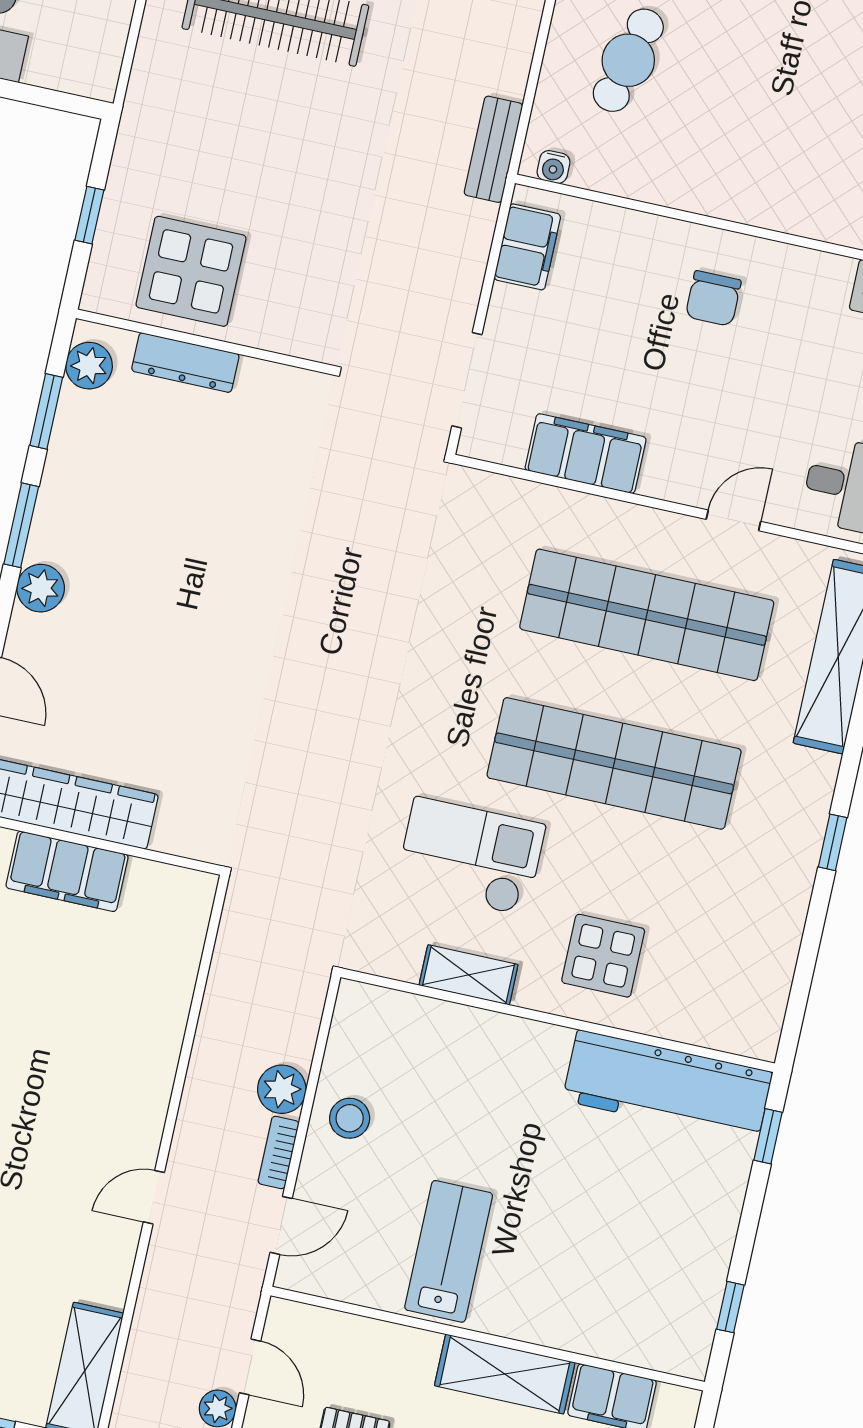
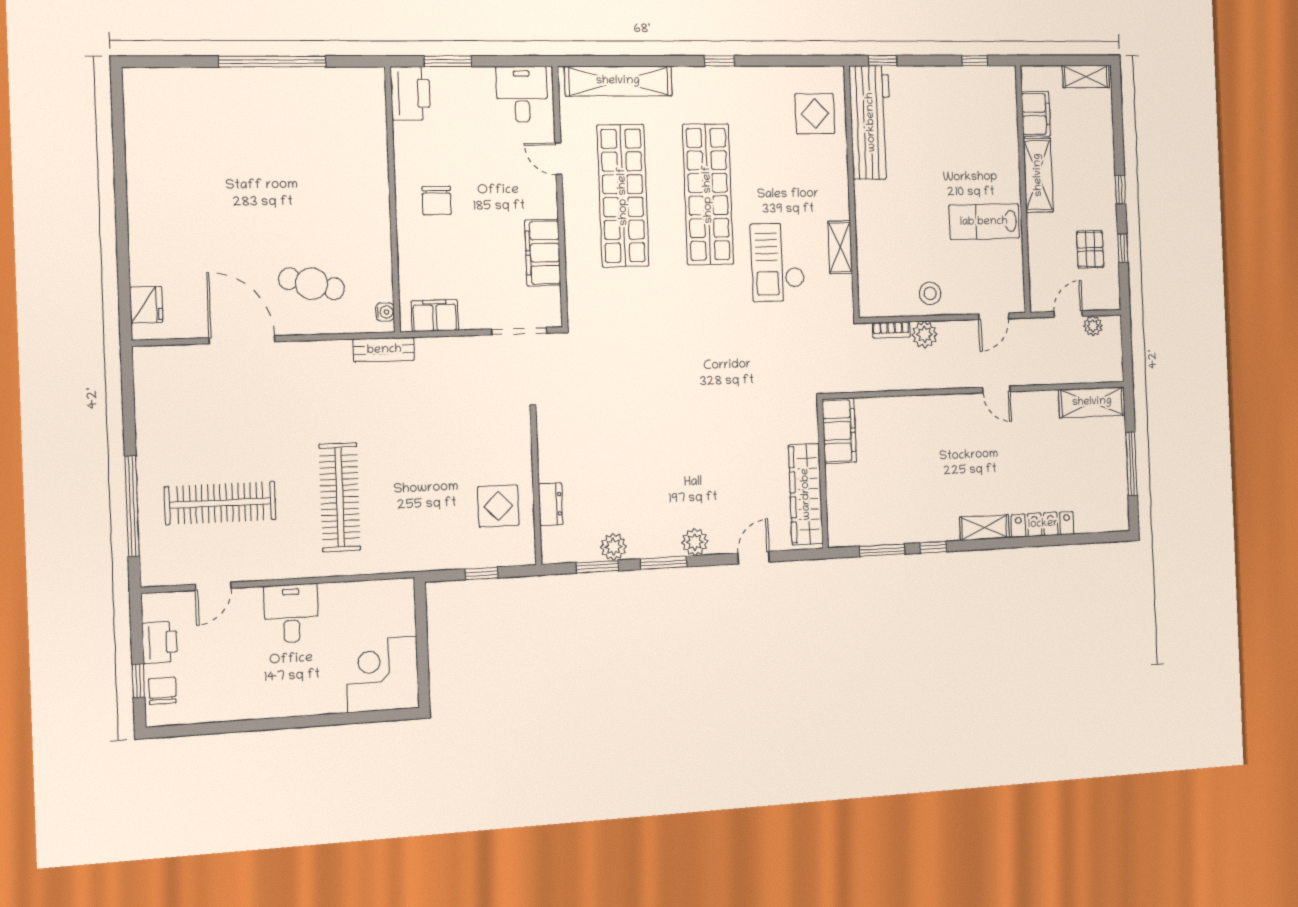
display table: (191, 271) -> (498, 506), width x0.73, depth x0.73
chair: (713, 298) -> (437, 200), turned 90
dresser: (185, 363) -> (551, 504), width x0.70
plant: (89, 366) -> (613, 547), moved
filing cabinet: (67, 871) -> (839, 431), moved
display table: (603, 956) -> (815, 114), moved
bookcase: (278, 1152) -> (891, 330), moved
door: (281, 1225) -> (994, 316), swing flipped

